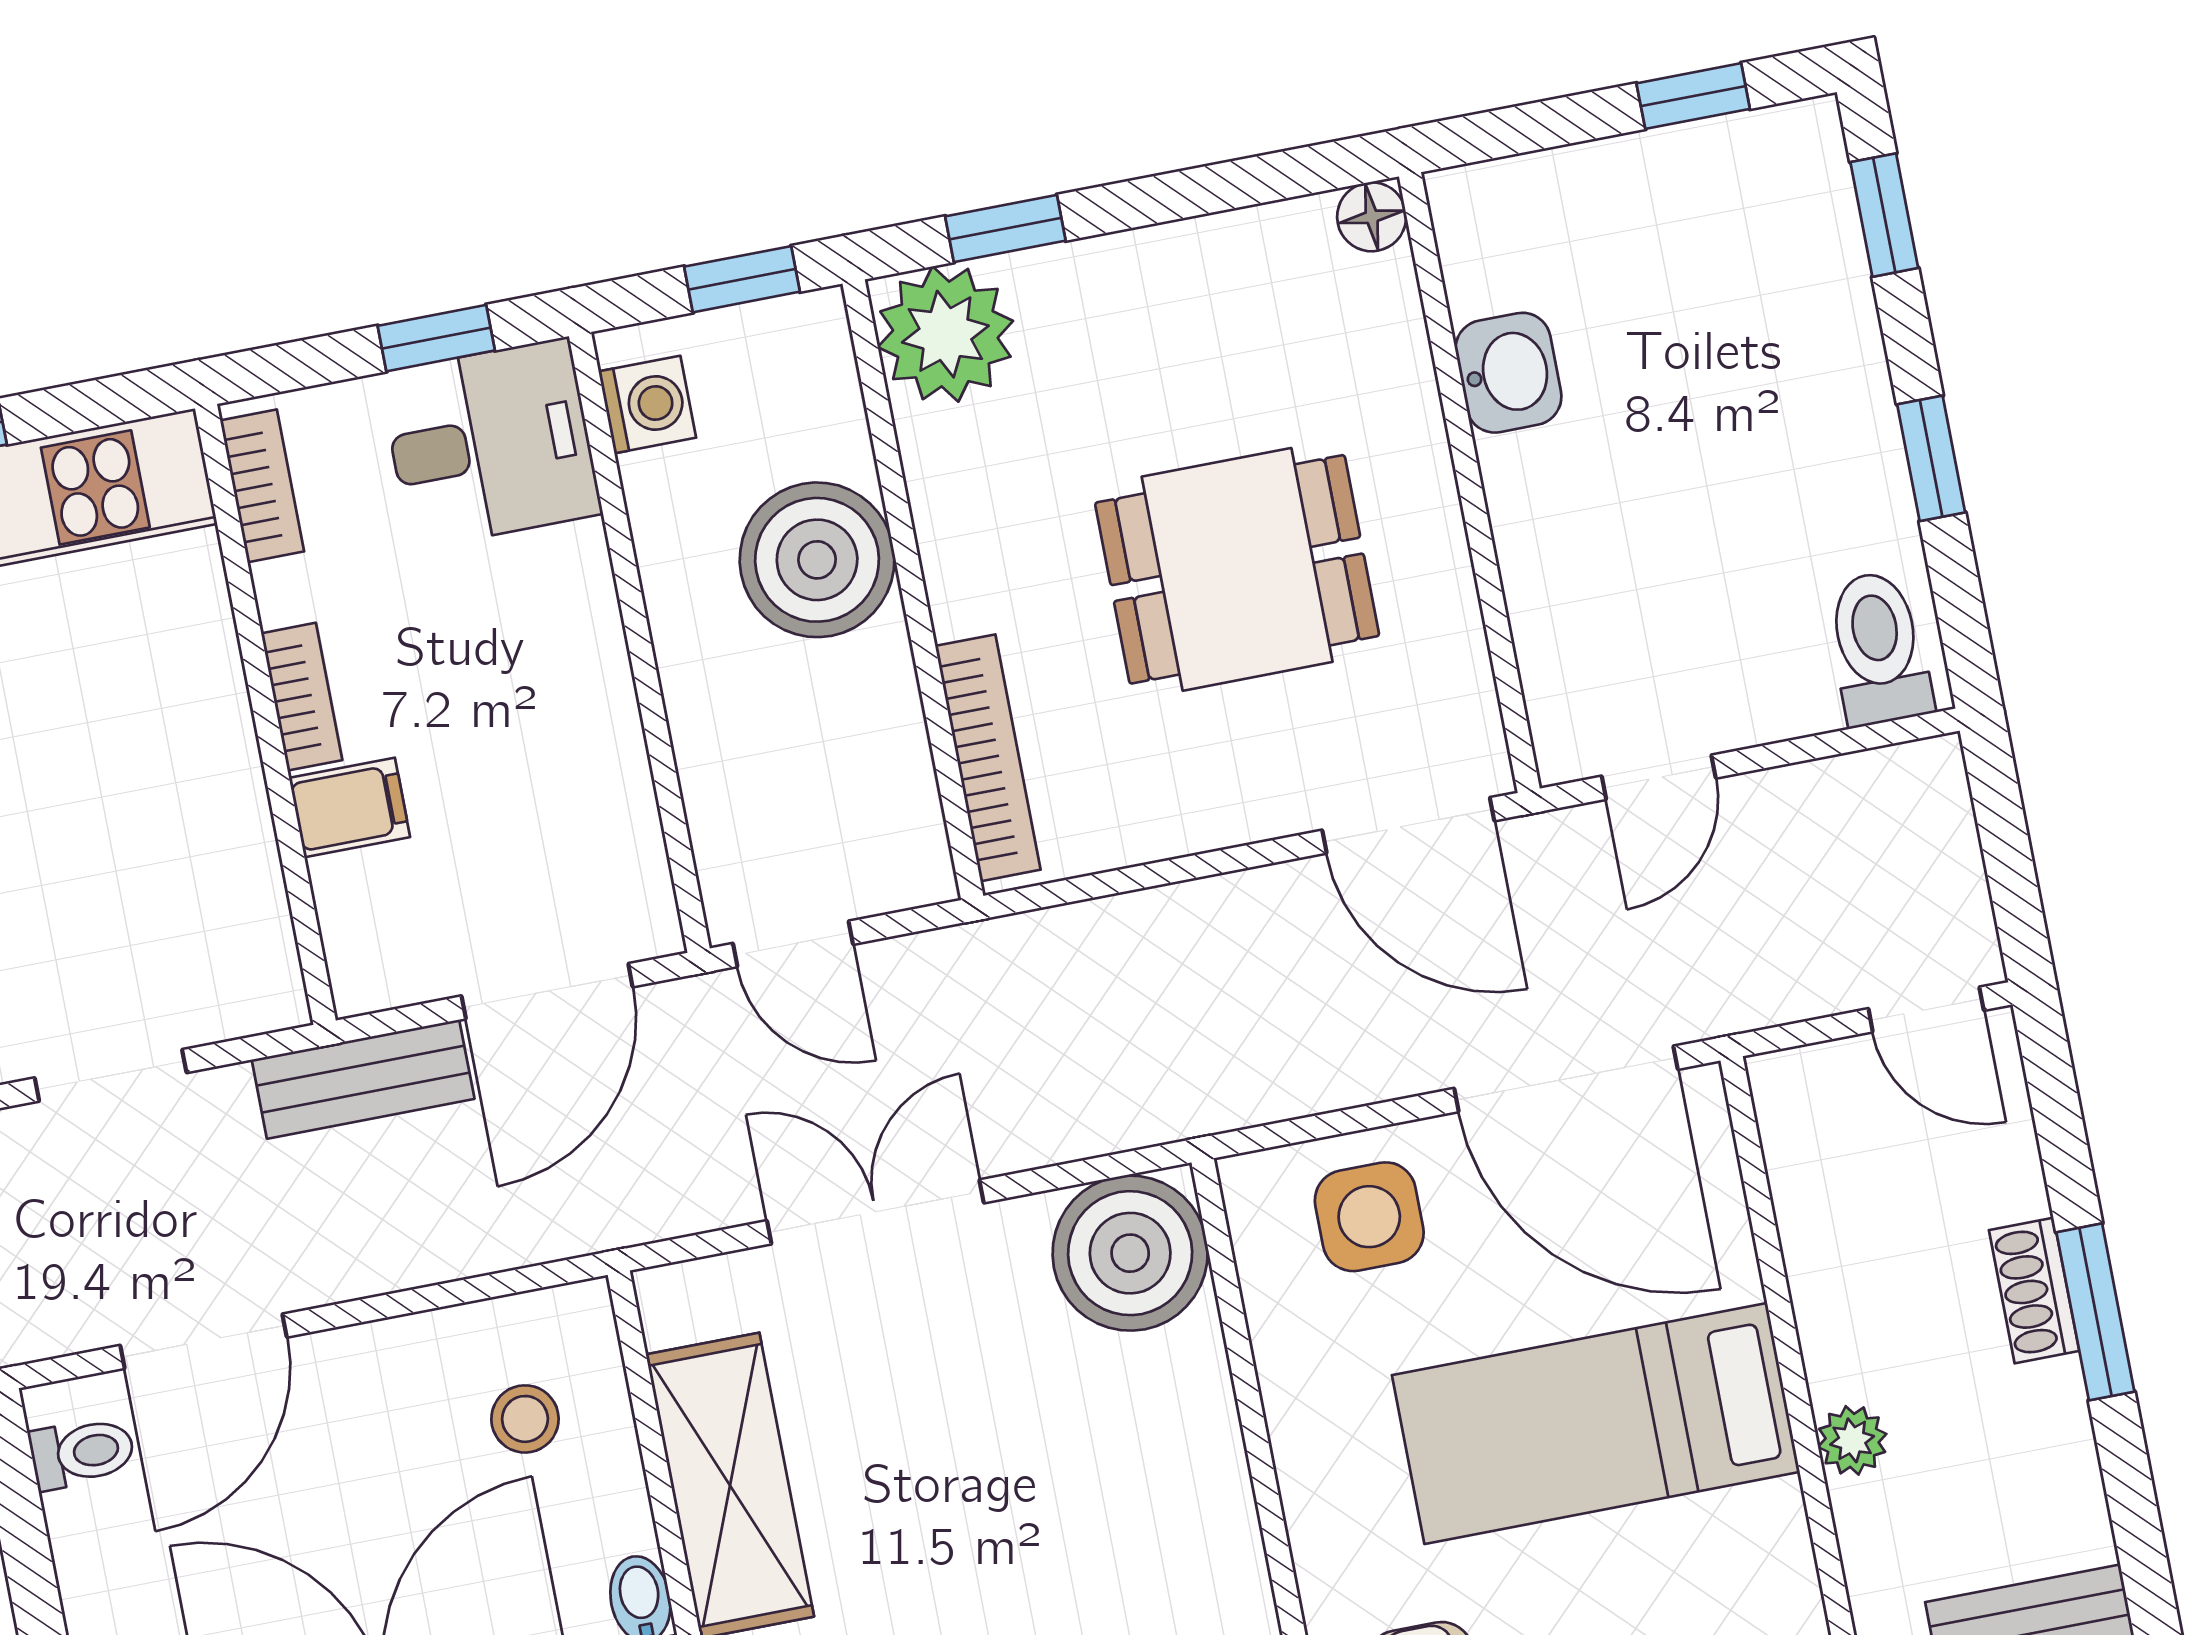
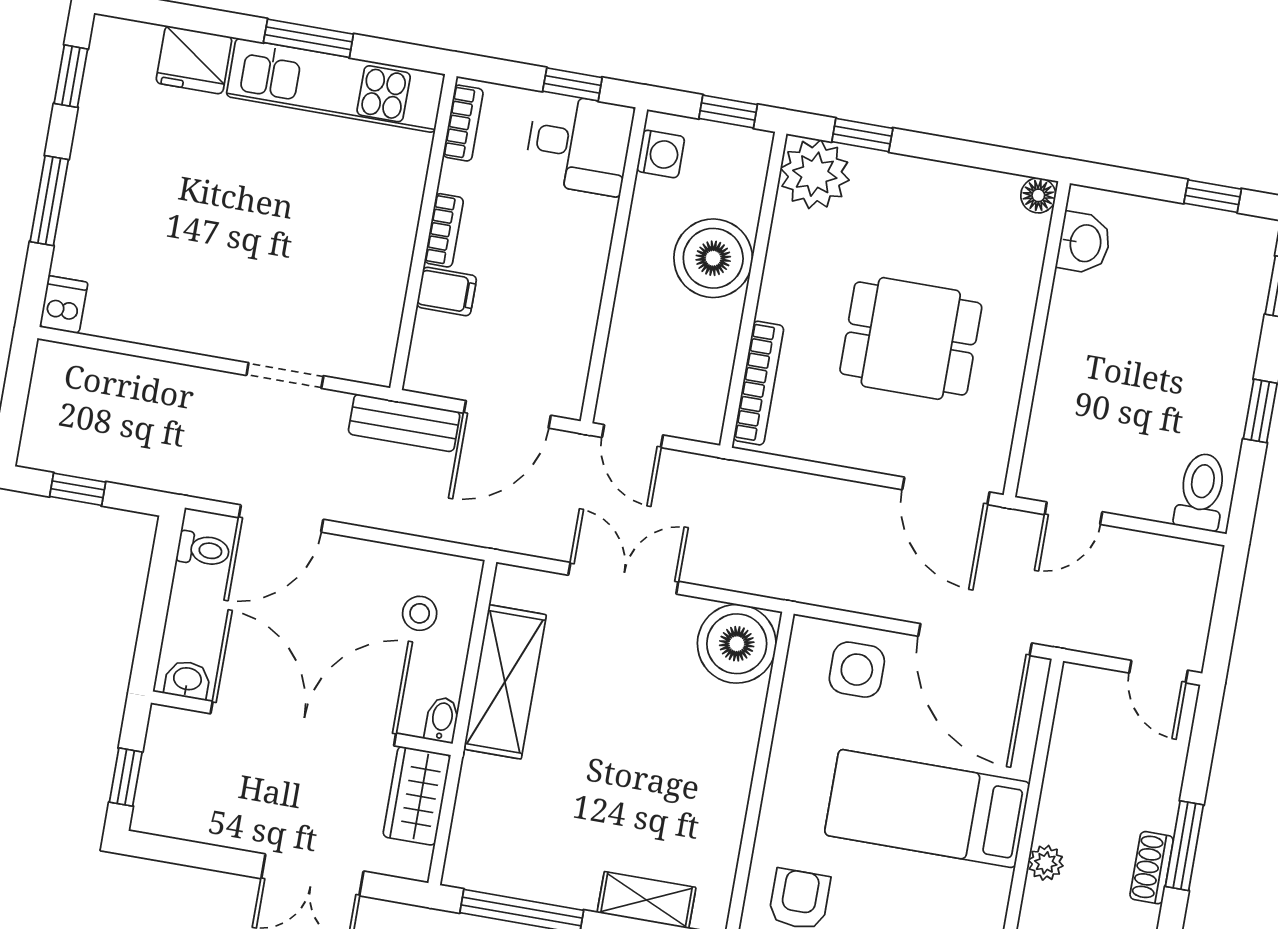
washbasin: (1508, 373) -> (1084, 243), moved
shoe rack: (2034, 1290) -> (1152, 868), moved

